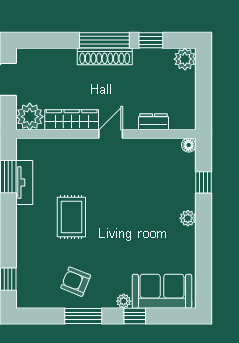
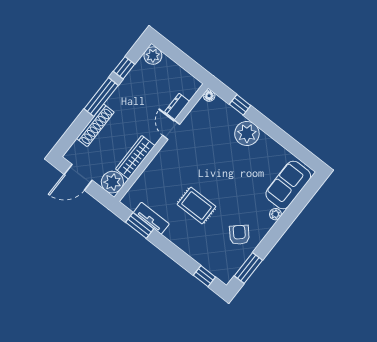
shoe rack: (105, 56) -> (95, 125), moved
door: (111, 134) -> (171, 130), moved
plant: (188, 218) -> (247, 133), width x1.87, depth x1.87
armchair: (76, 282) -> (239, 235), turned 116
window: (83, 316) -> (248, 268), moved
window: (135, 316) -> (290, 215), removed

